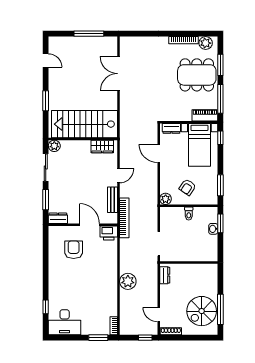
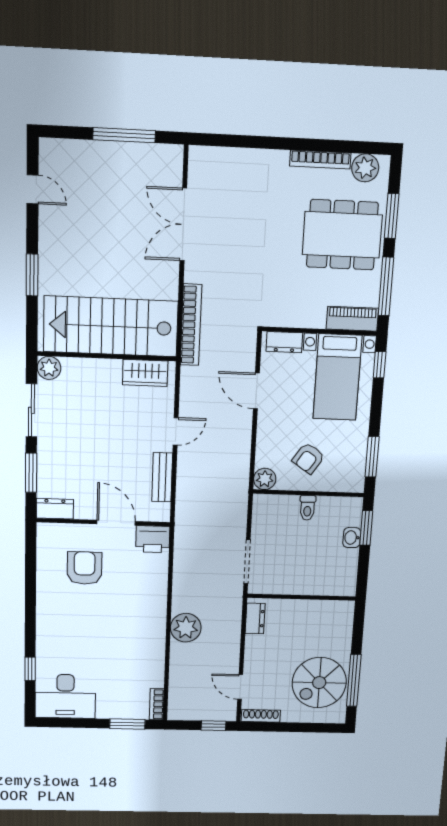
bookcase: (124, 218) -> (191, 325), moved

